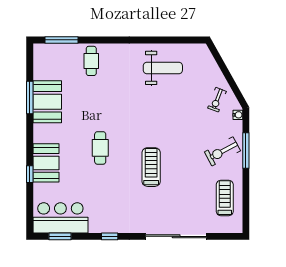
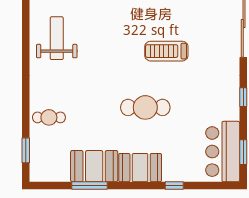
window: (61, 40) -> (26, 150), width x0.69
cafe table: (100, 148) -> (145, 107), width x1.37, depth x1.35
booth: (46, 163) -> (140, 168), moved

